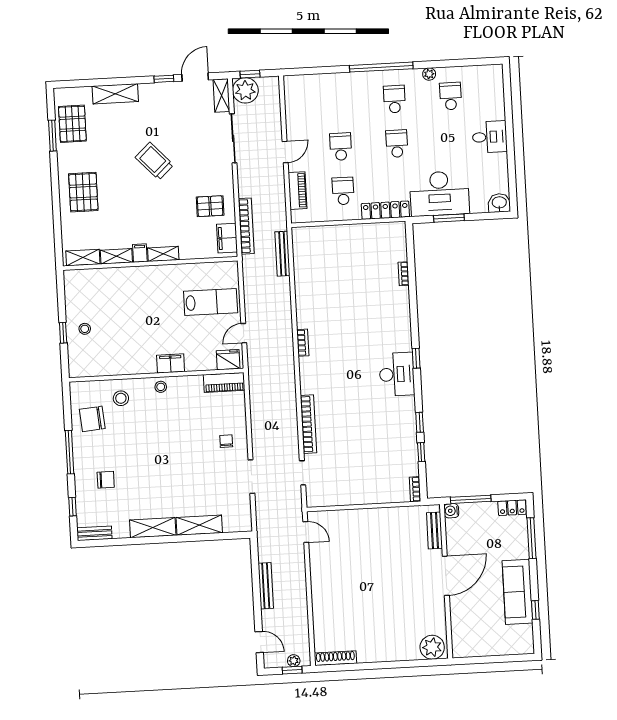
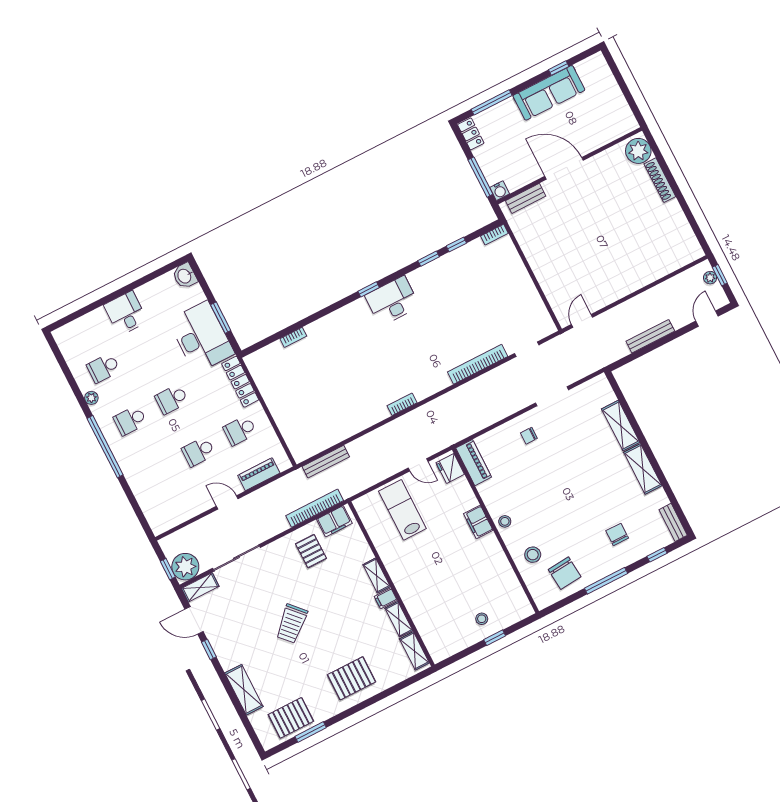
shoe rack: (335, 658) -> (660, 180), moved

